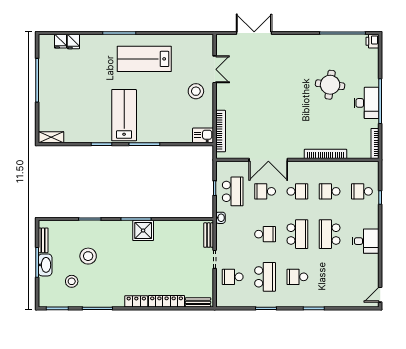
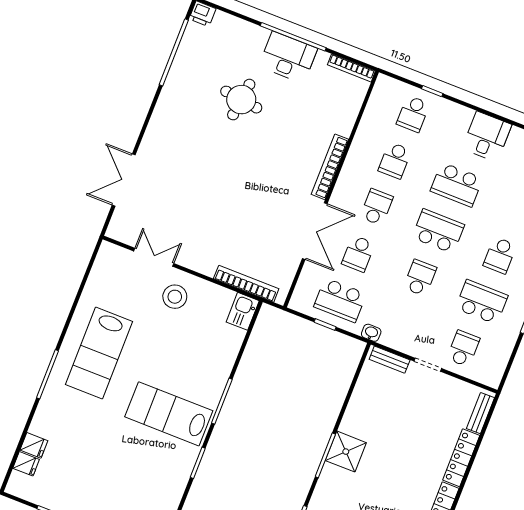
bookcase: (325, 154) -> (330, 167), moved
school desk: (233, 191) -> (340, 300), turned 180
school desk: (233, 277) -> (463, 349), turned 180

